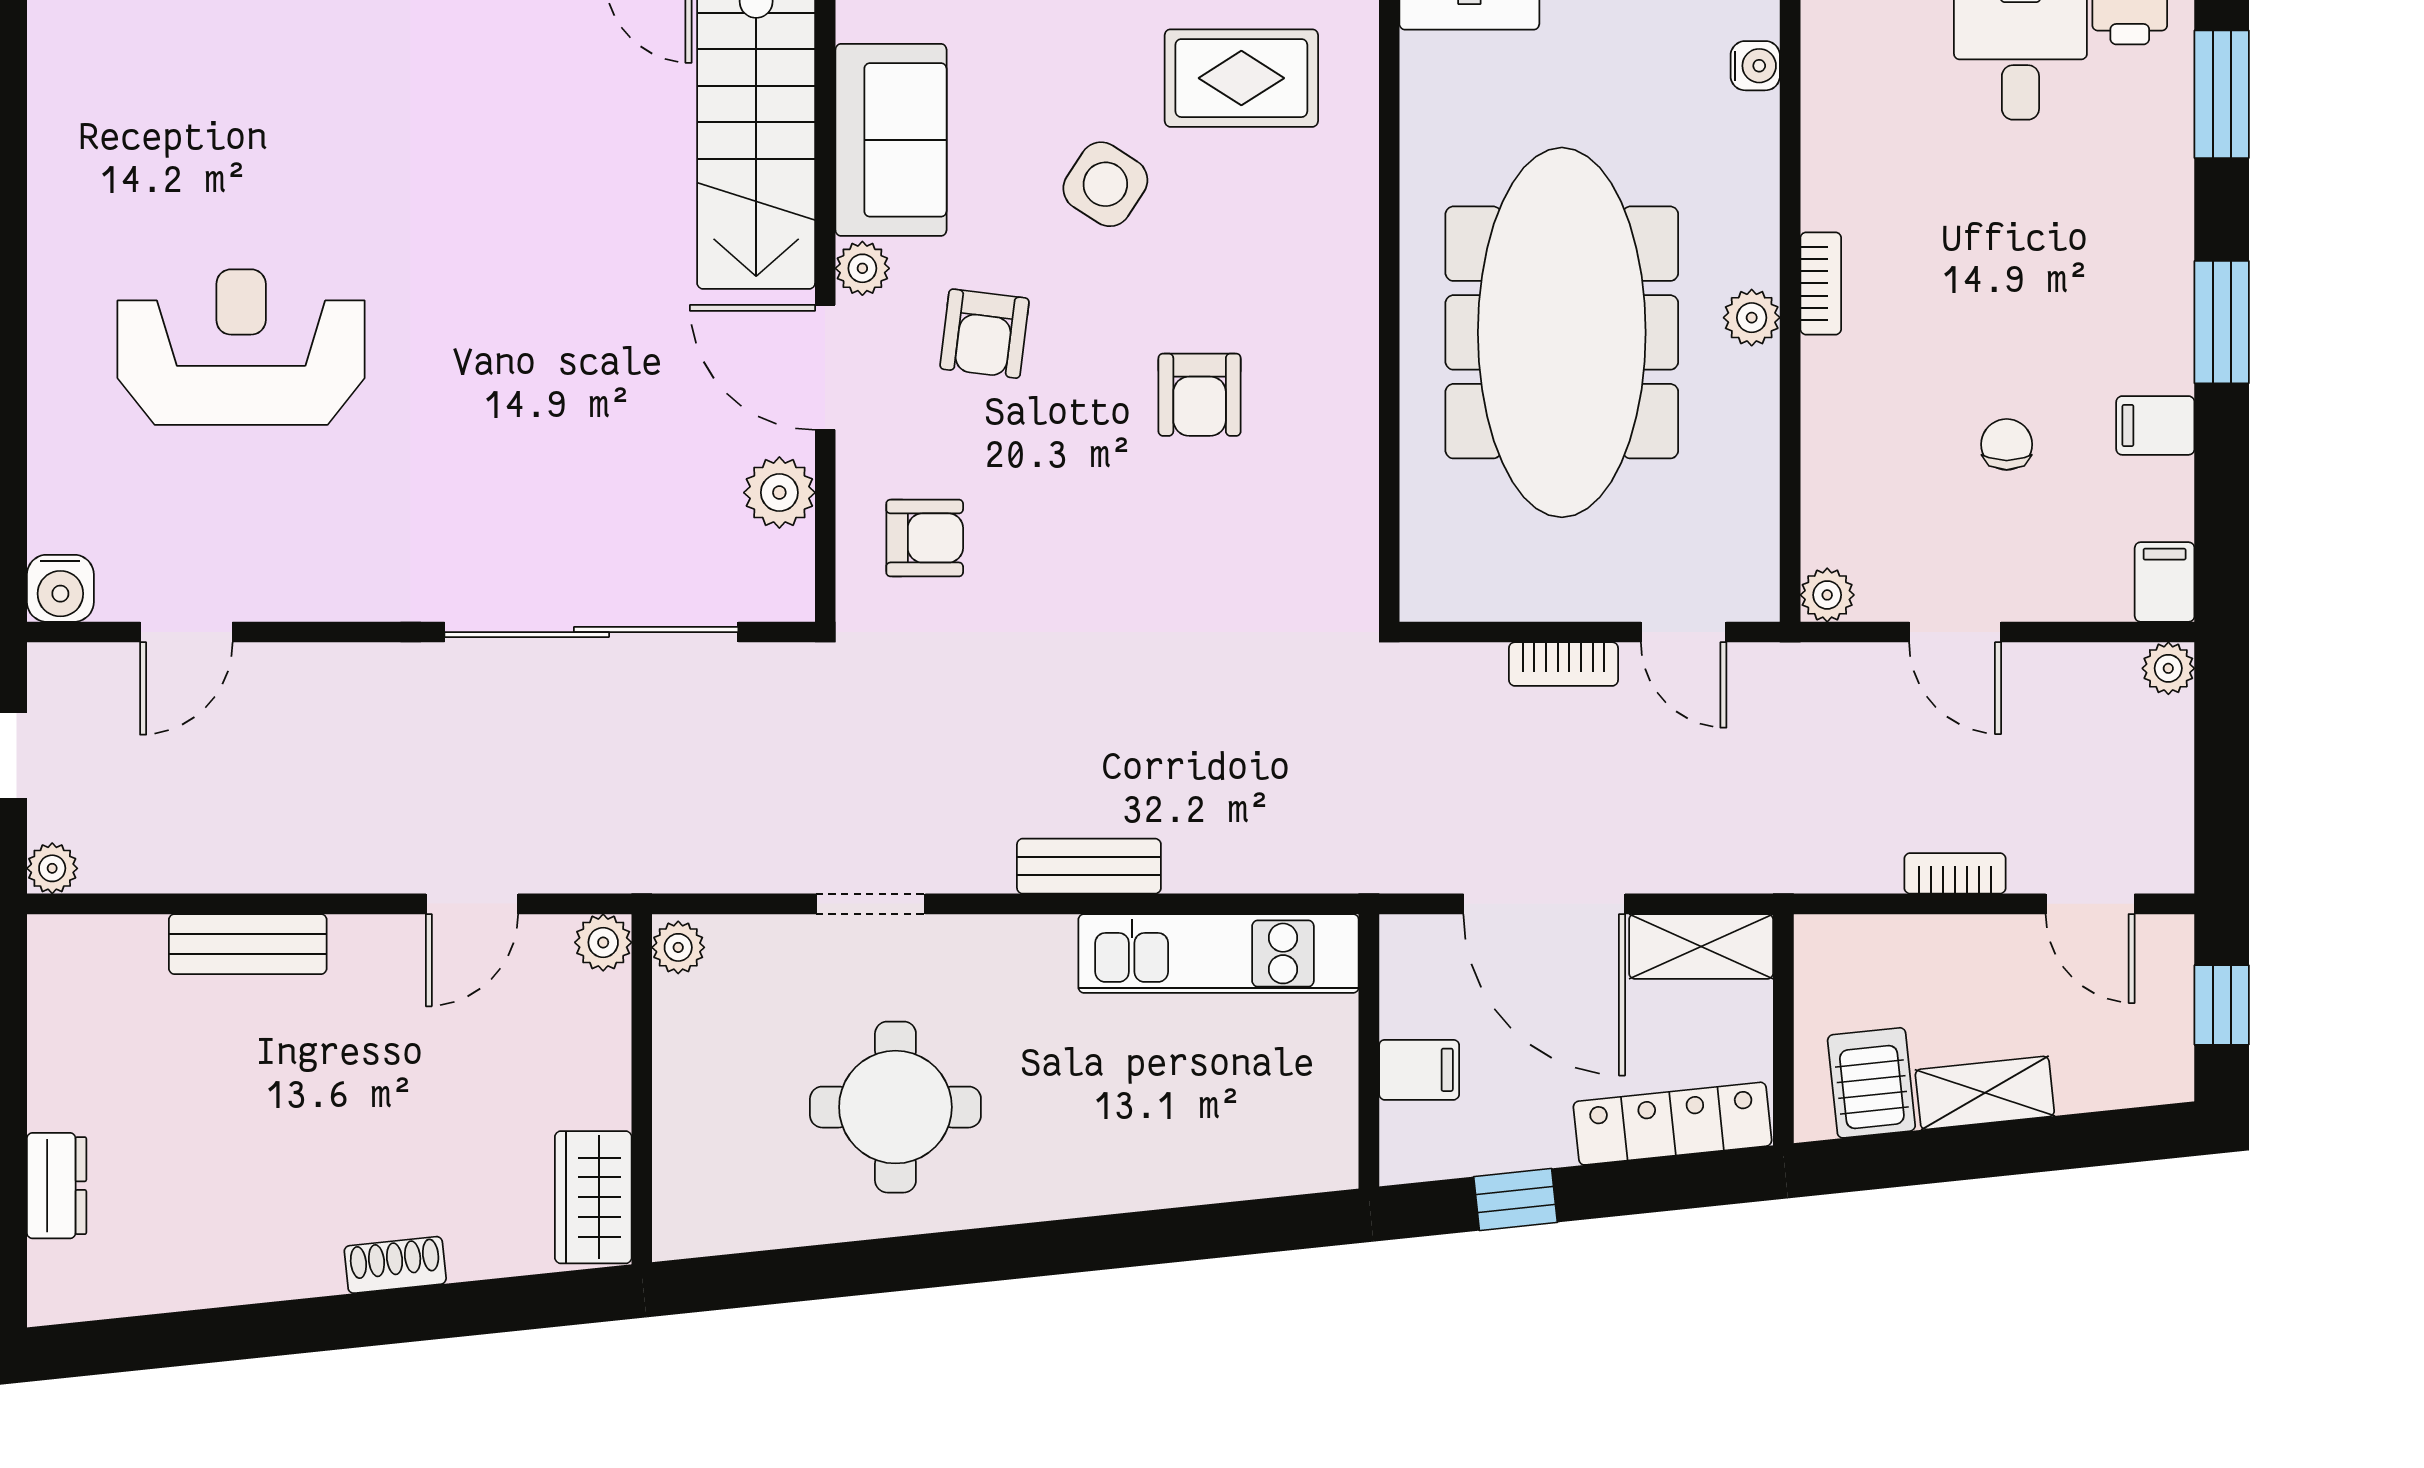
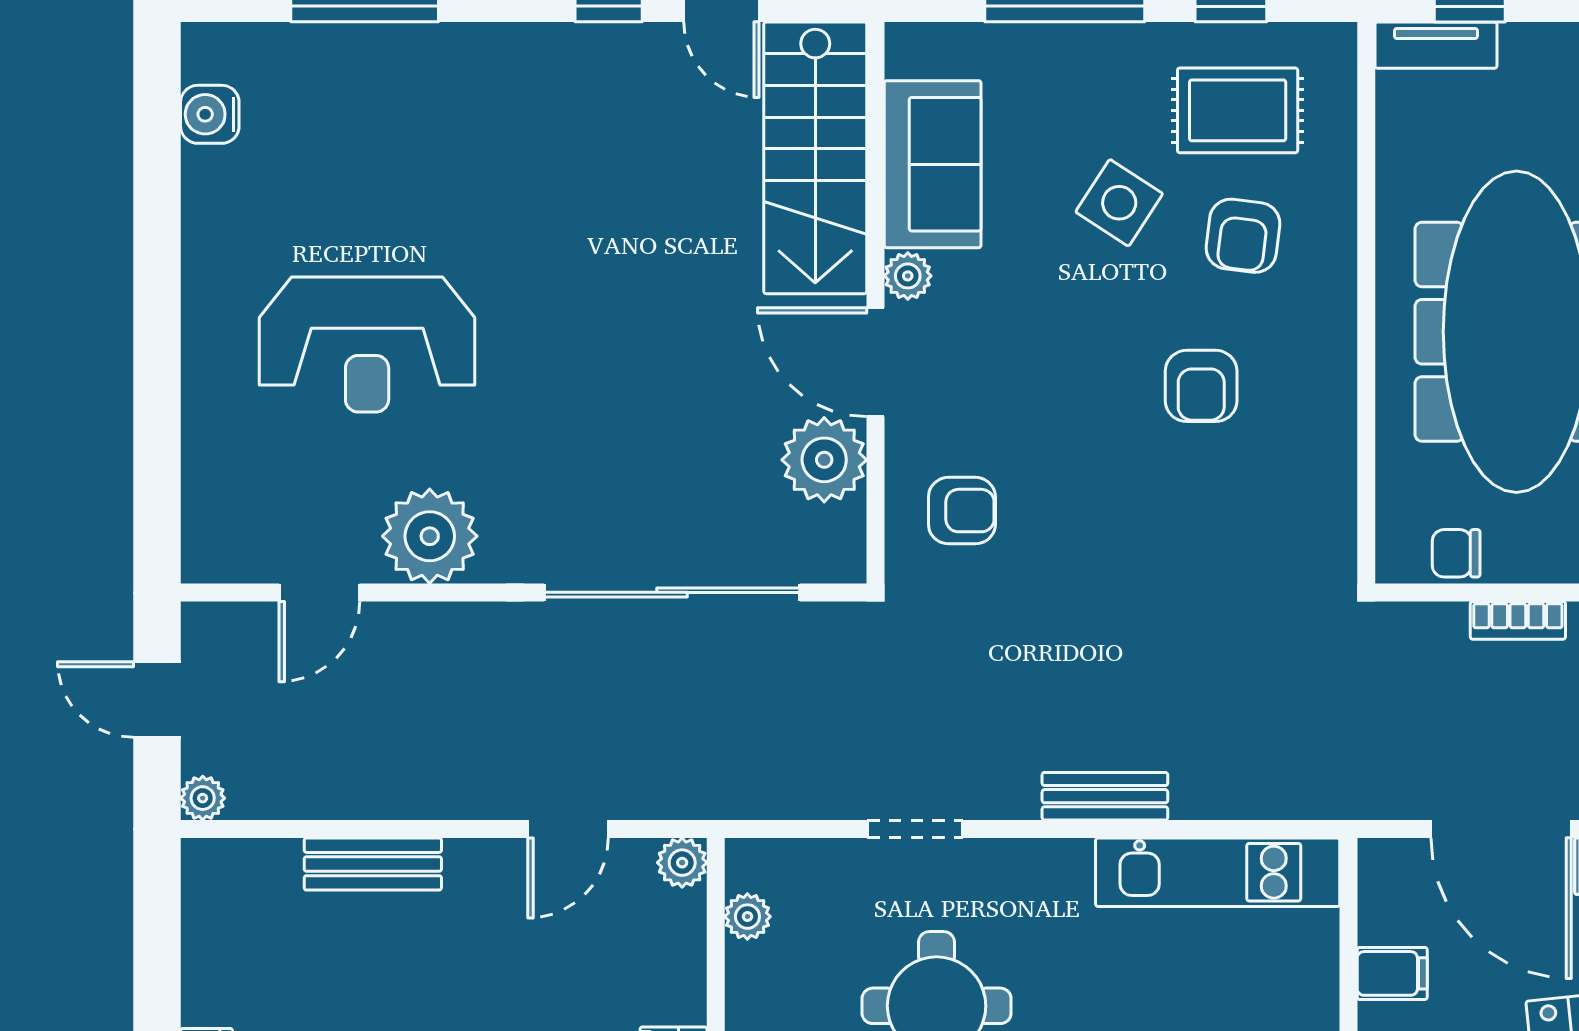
armchair: (984, 334) -> (1243, 236), moved
reception desk: (241, 347) -> (367, 345), turned 180
plant: (779, 493) -> (824, 460), width x1.36, depth x1.36
plant: (313, 567) -> (430, 536), added
chair: (1493, 587) -> (1456, 553), added
water cooler: (60, 588) -> (210, 114), moved, turned 90
plant: (678, 947) -> (747, 917), moved

